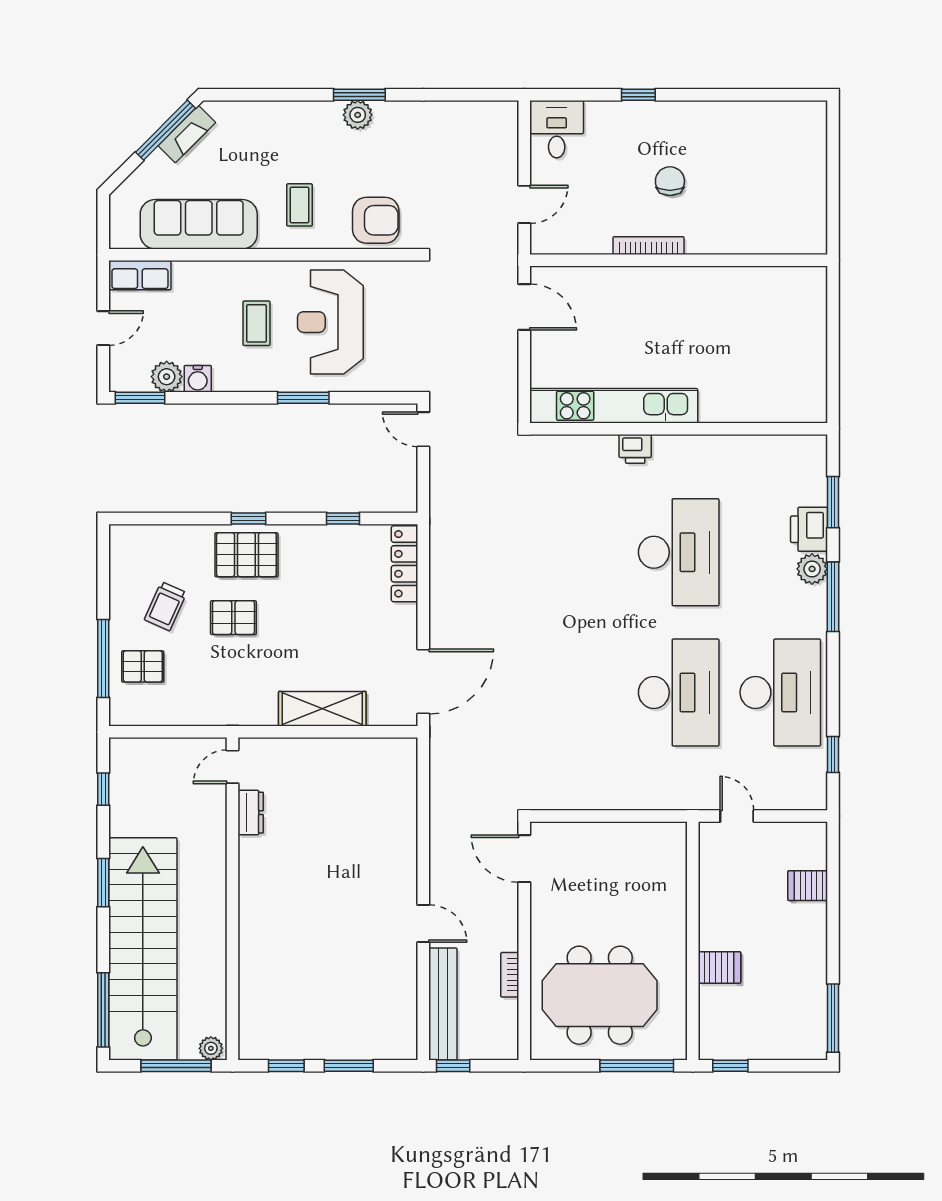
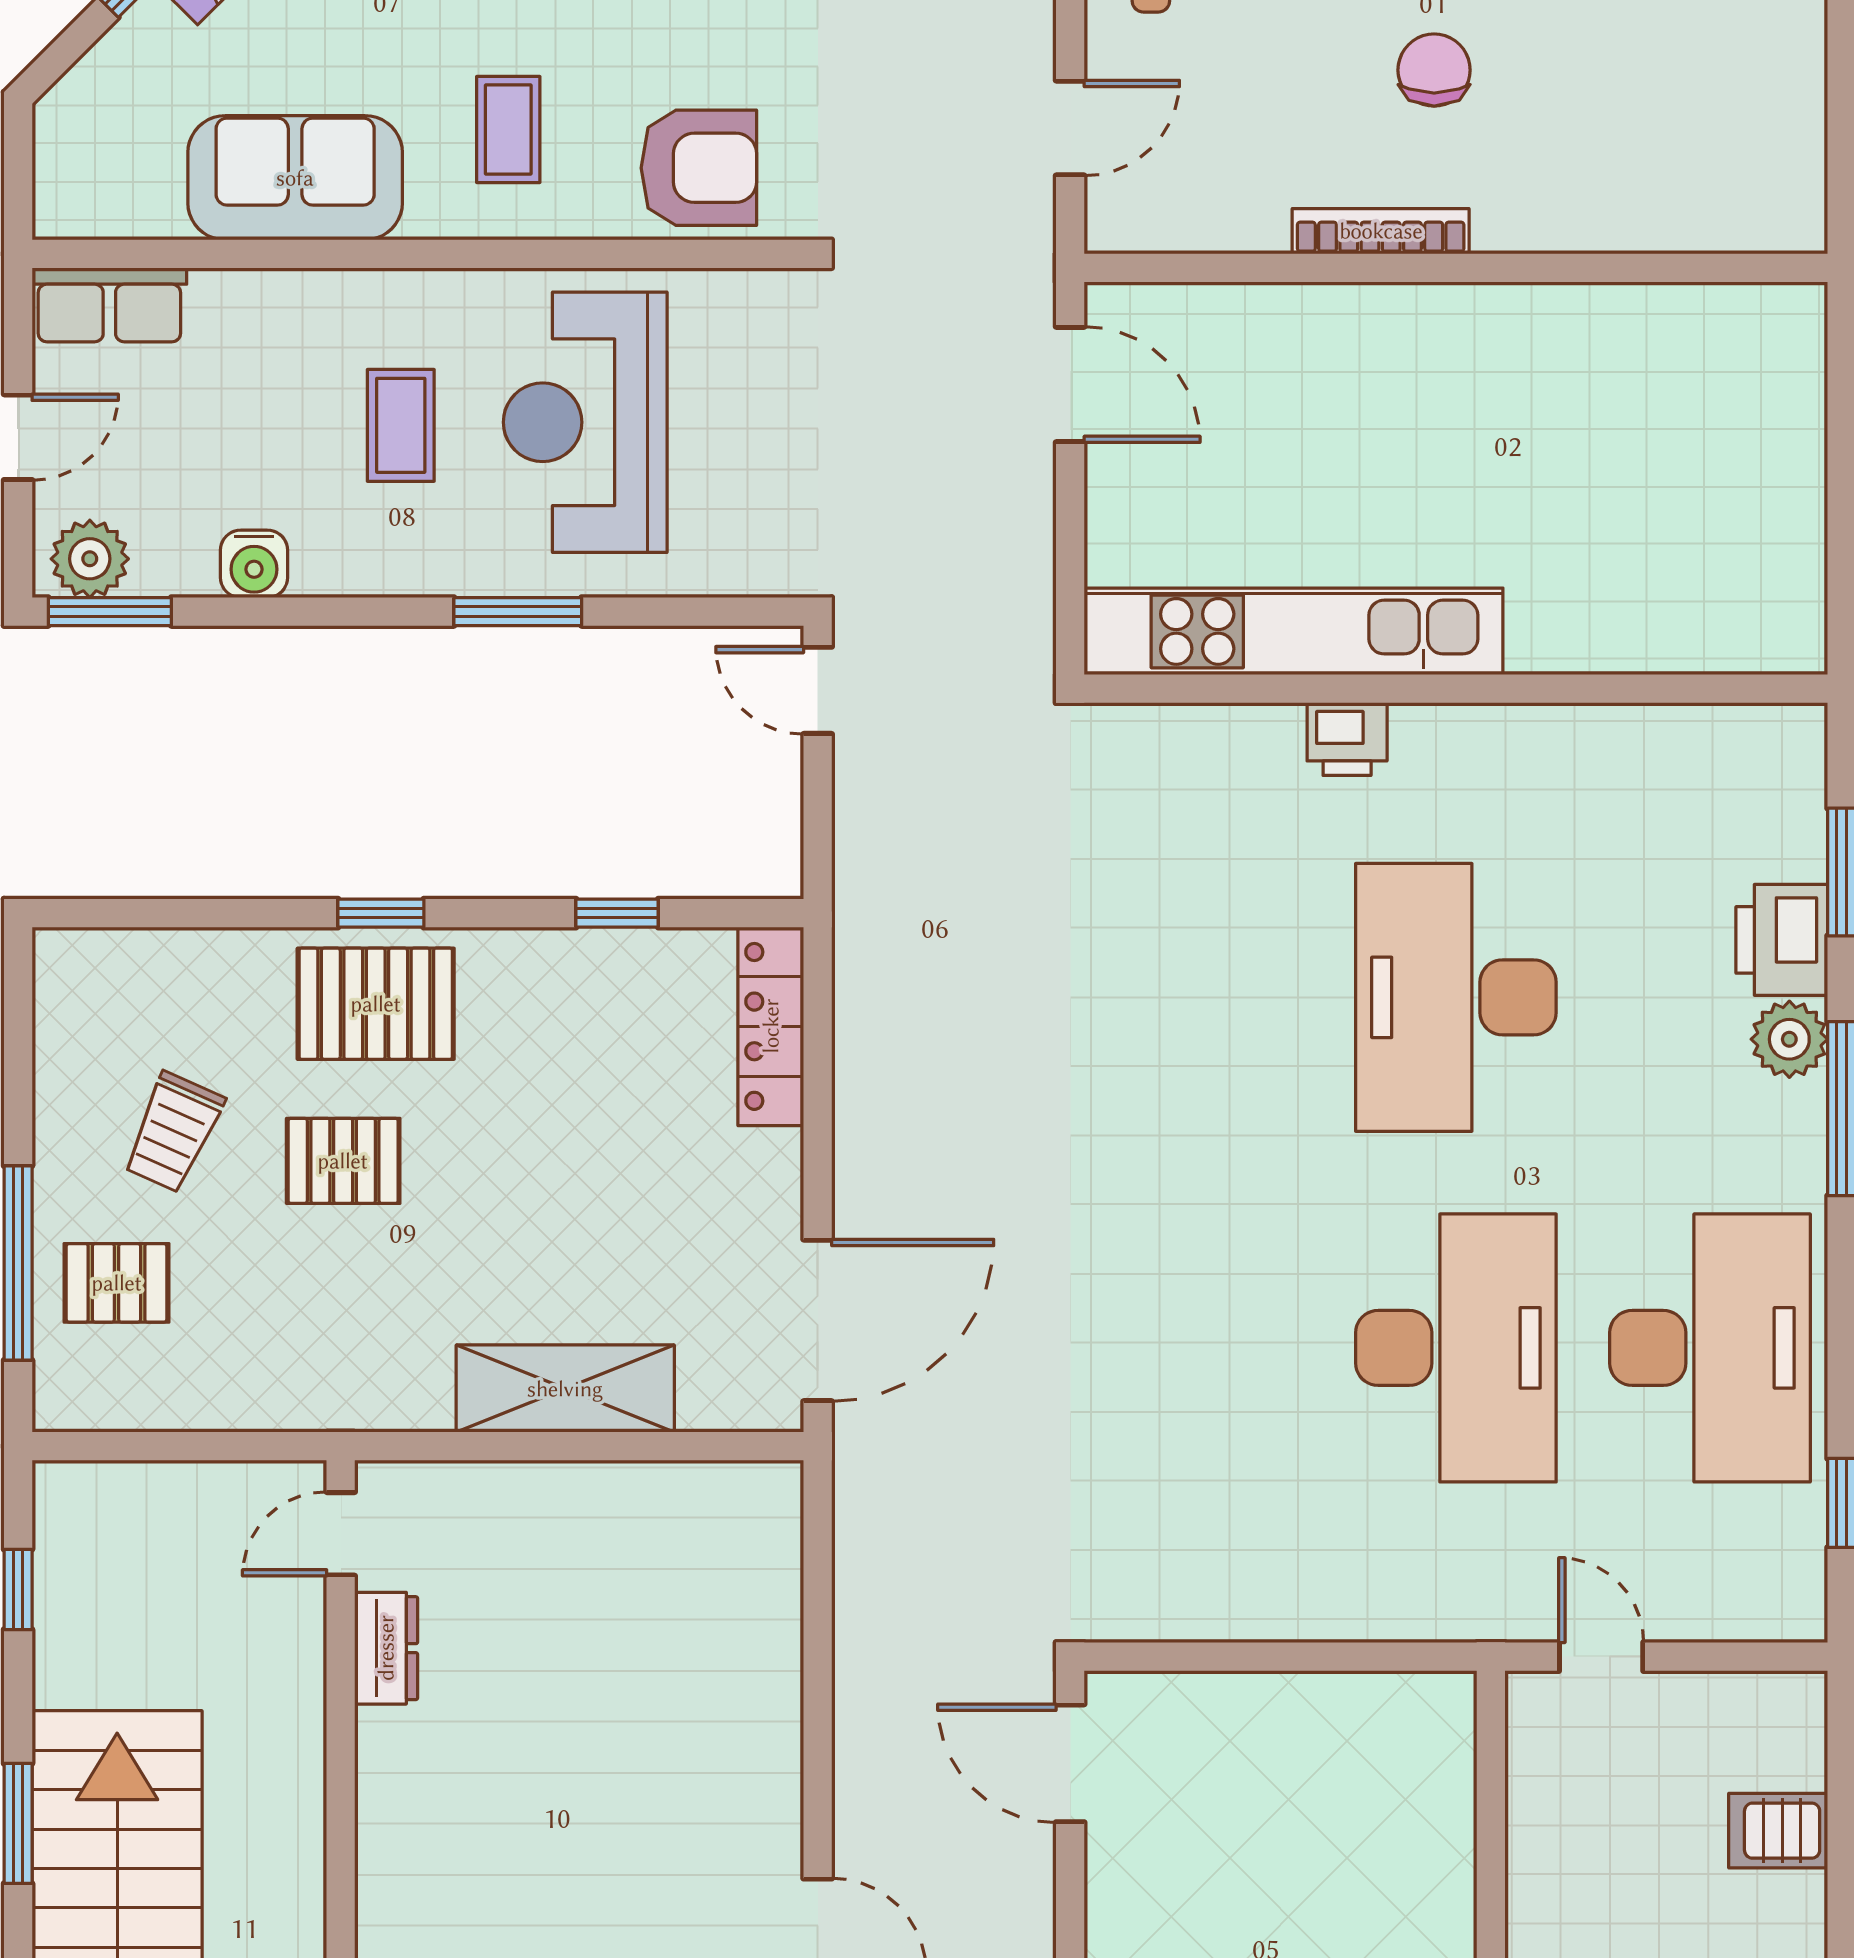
sofa: (199, 224) -> (295, 178), width x0.73
plant: (167, 377) -> (90, 559), moved
desk: (679, 552) -> (1456, 997), turned 180

